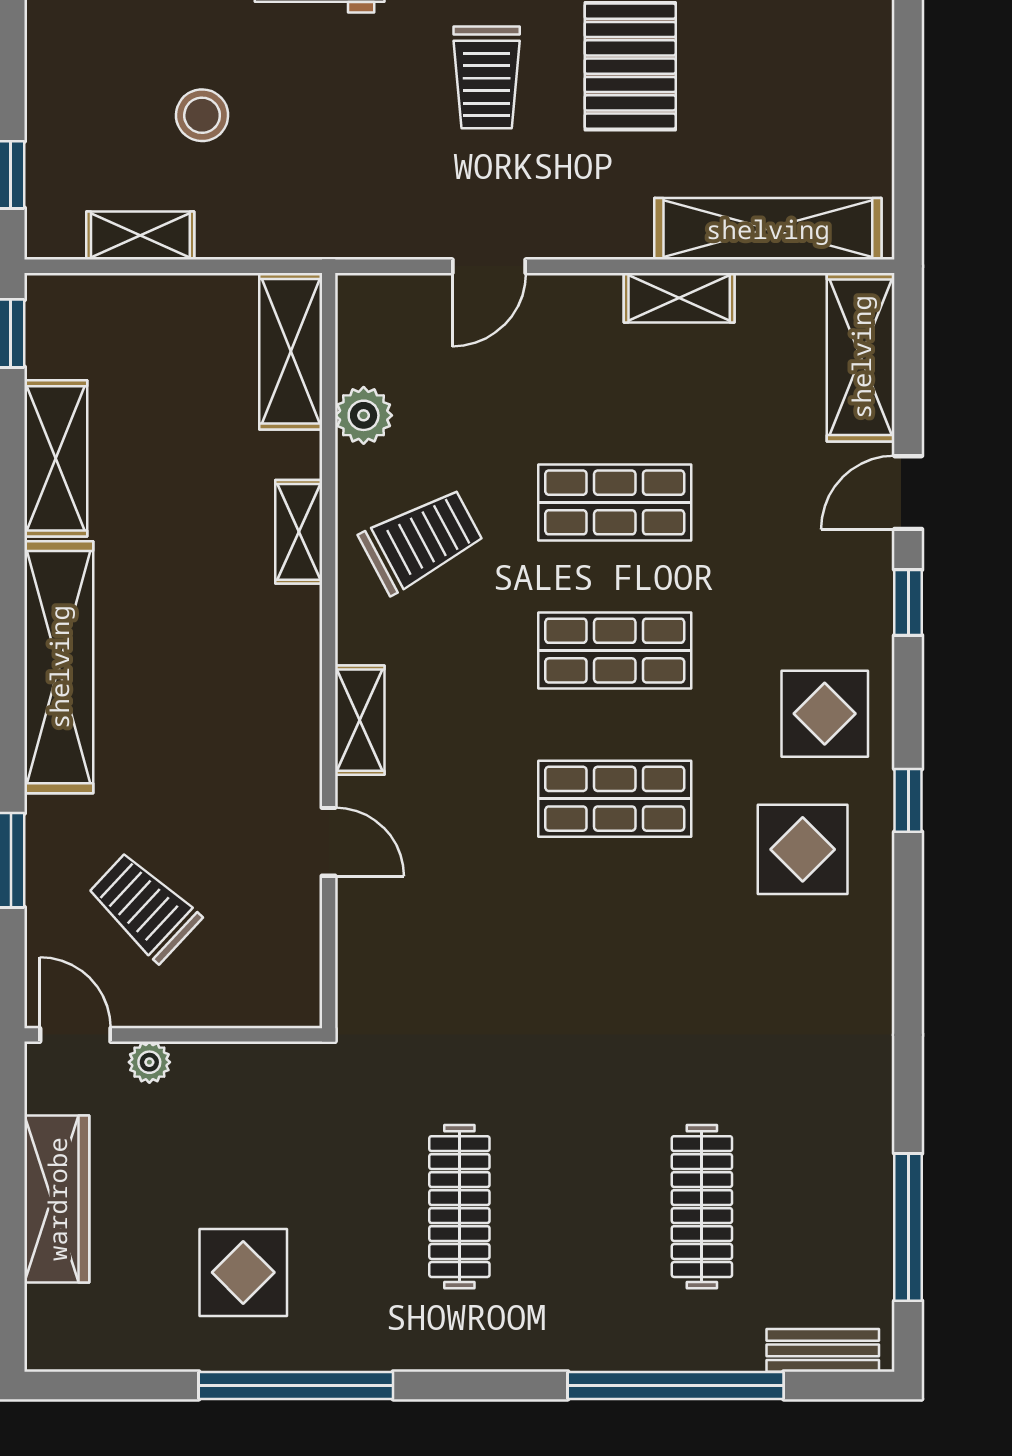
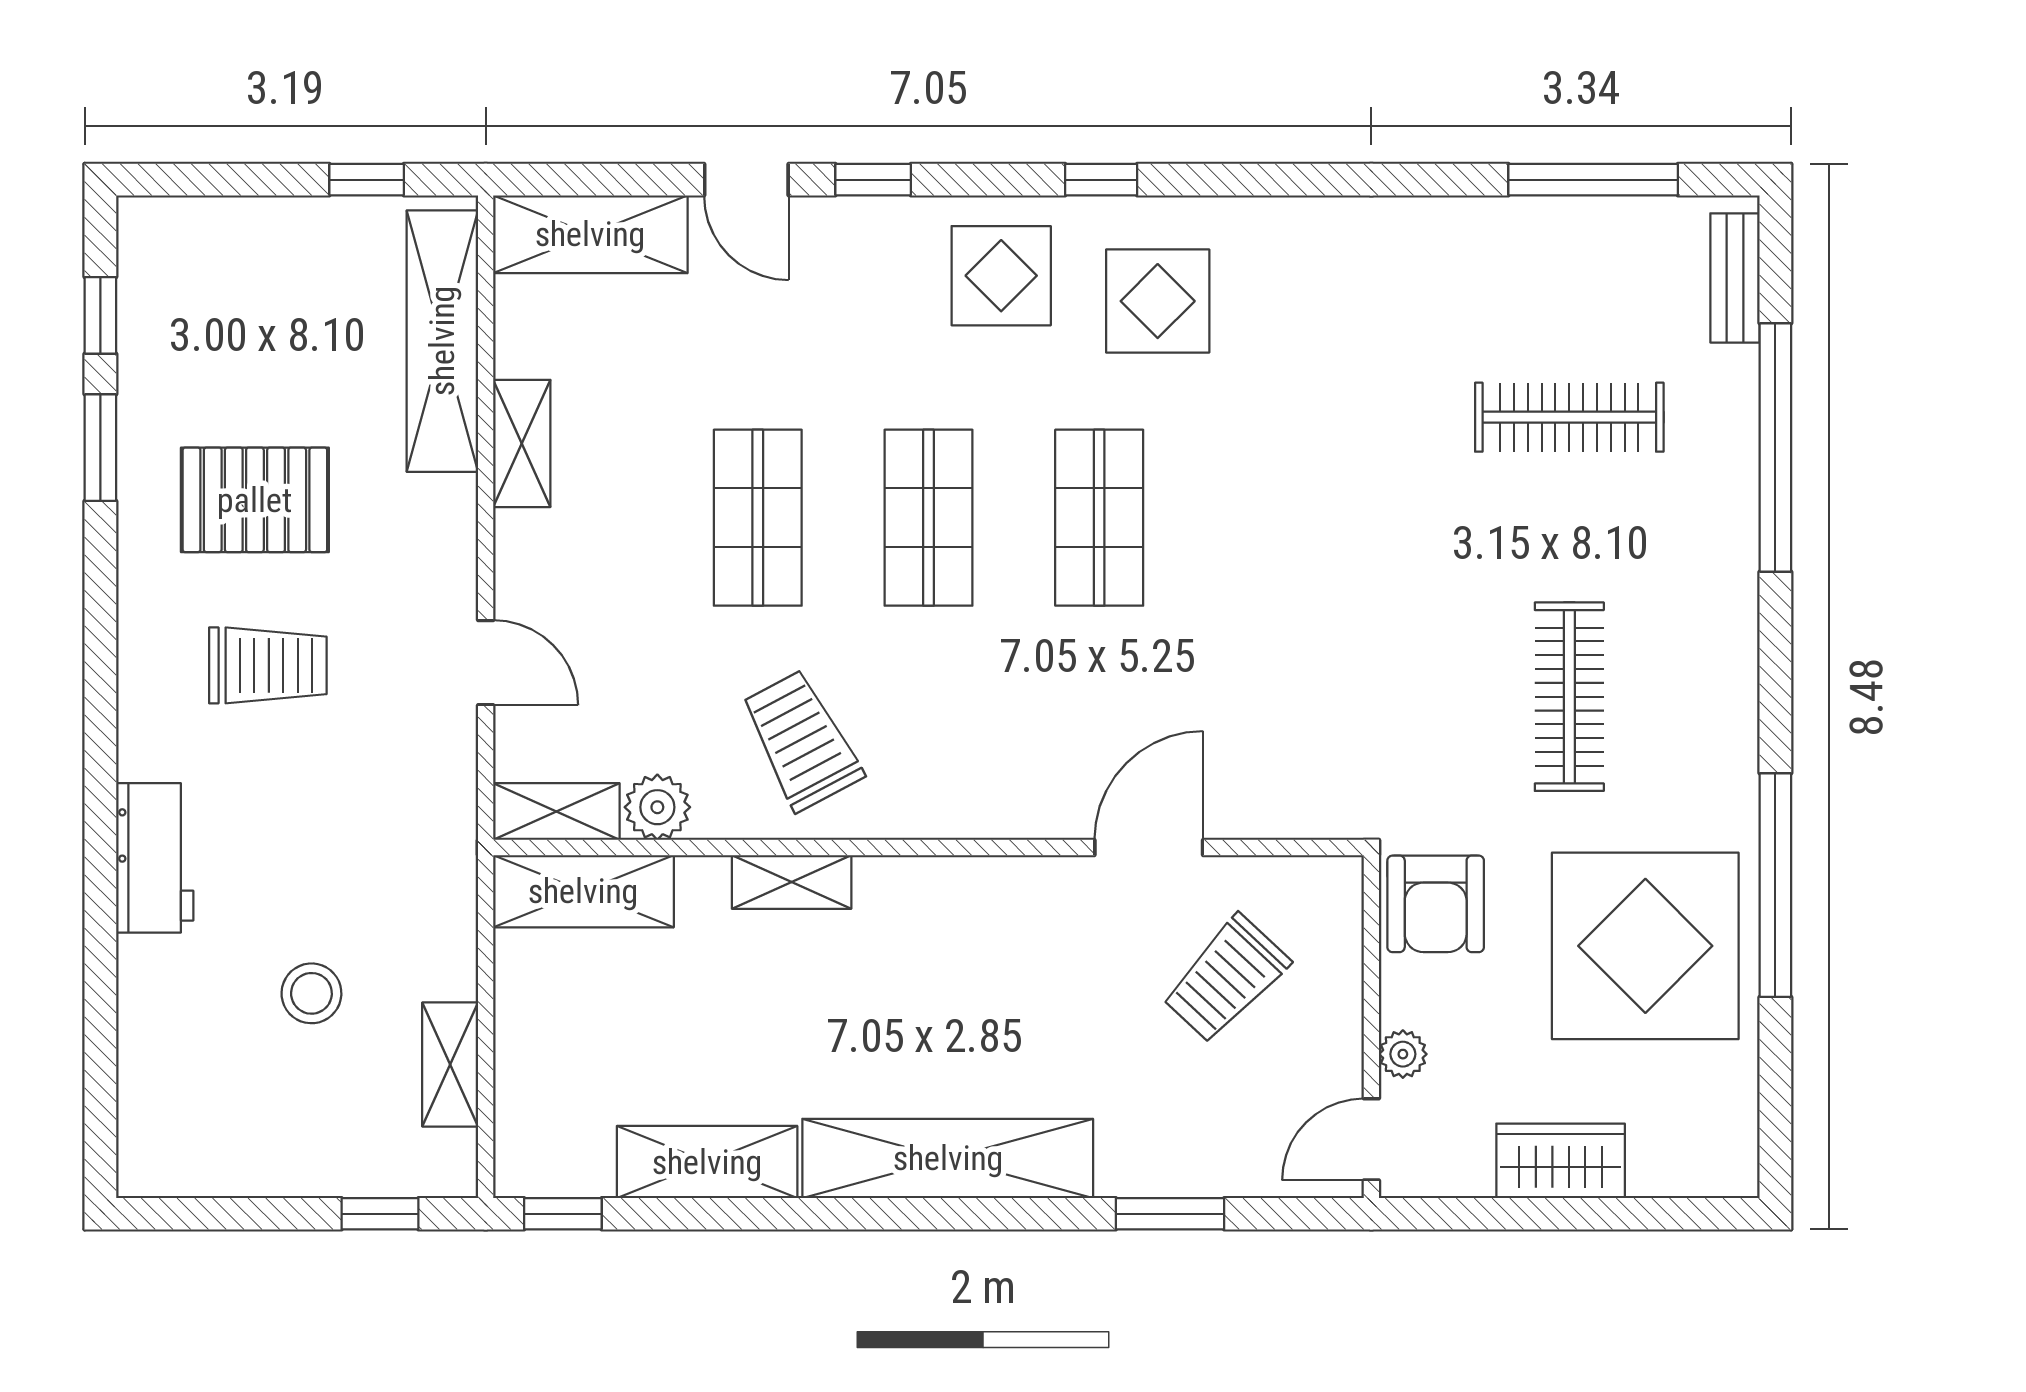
window: (908, 163) -> (367, 180), added
shelving: (360, 720) -> (556, 812), moved
door: (329, 842) -> (1149, 848), width x1.38
trolley: (144, 907) -> (1226, 979), moved
armchair: (280, 1091) -> (1436, 904), added
wardrobe: (57, 1199) -> (1561, 1161), width x0.67
clothes rail: (459, 1207) -> (1569, 697), turned 90
display table: (243, 1272) -> (1645, 946), width x1.86, depth x1.86

